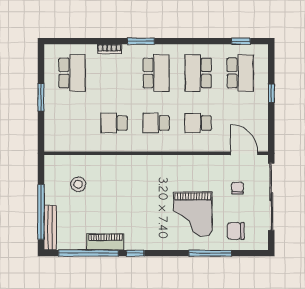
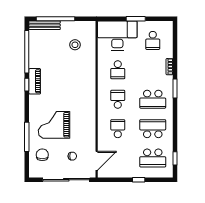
school desk: (72, 73) -> (153, 40), width x0.54
school desk: (114, 123) -> (118, 70), turned 180
desk: (65, 124) -> (117, 36), added
piano: (105, 242) -> (35, 81), moved

